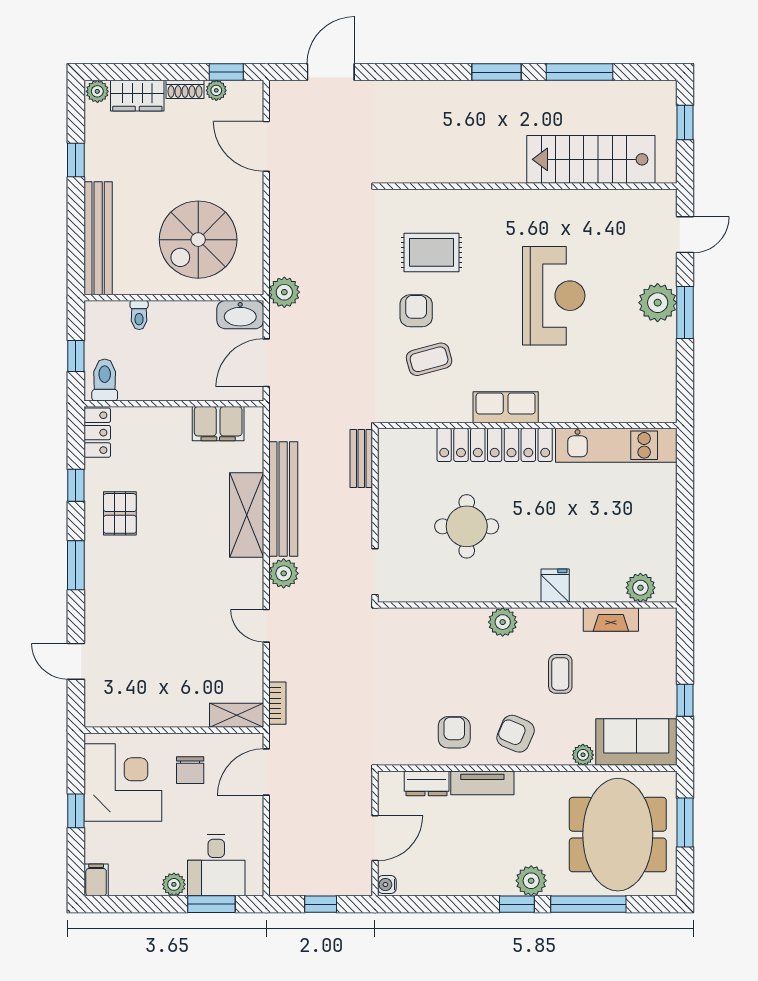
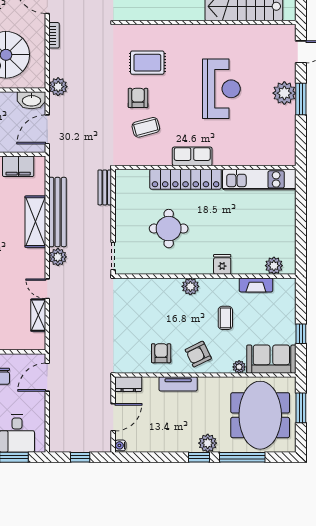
bookcase: (277, 703) -> (54, 35), moved
shelving: (237, 715) -> (38, 315), moved, turned 90
armchair: (516, 734) -> (198, 354), turned -49
dresser: (427, 783) -> (128, 384), moved

